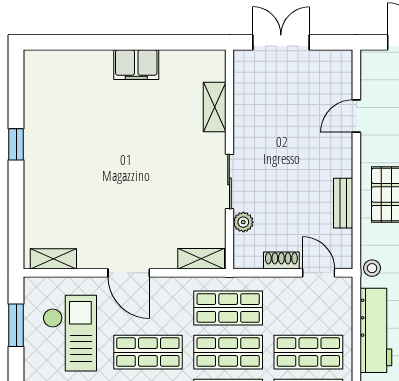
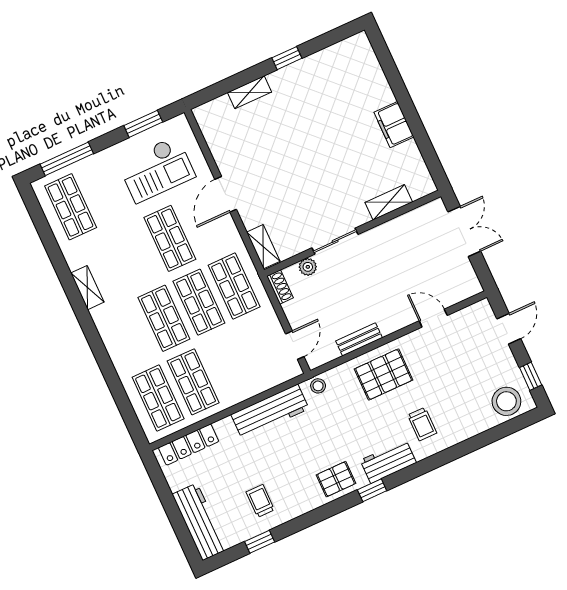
shelving: (53, 259) -> (250, 92), moved, turned 90
shoe rack: (281, 261) -> (280, 287), moved
shop shelf: (308, 352) -> (228, 366), removed

